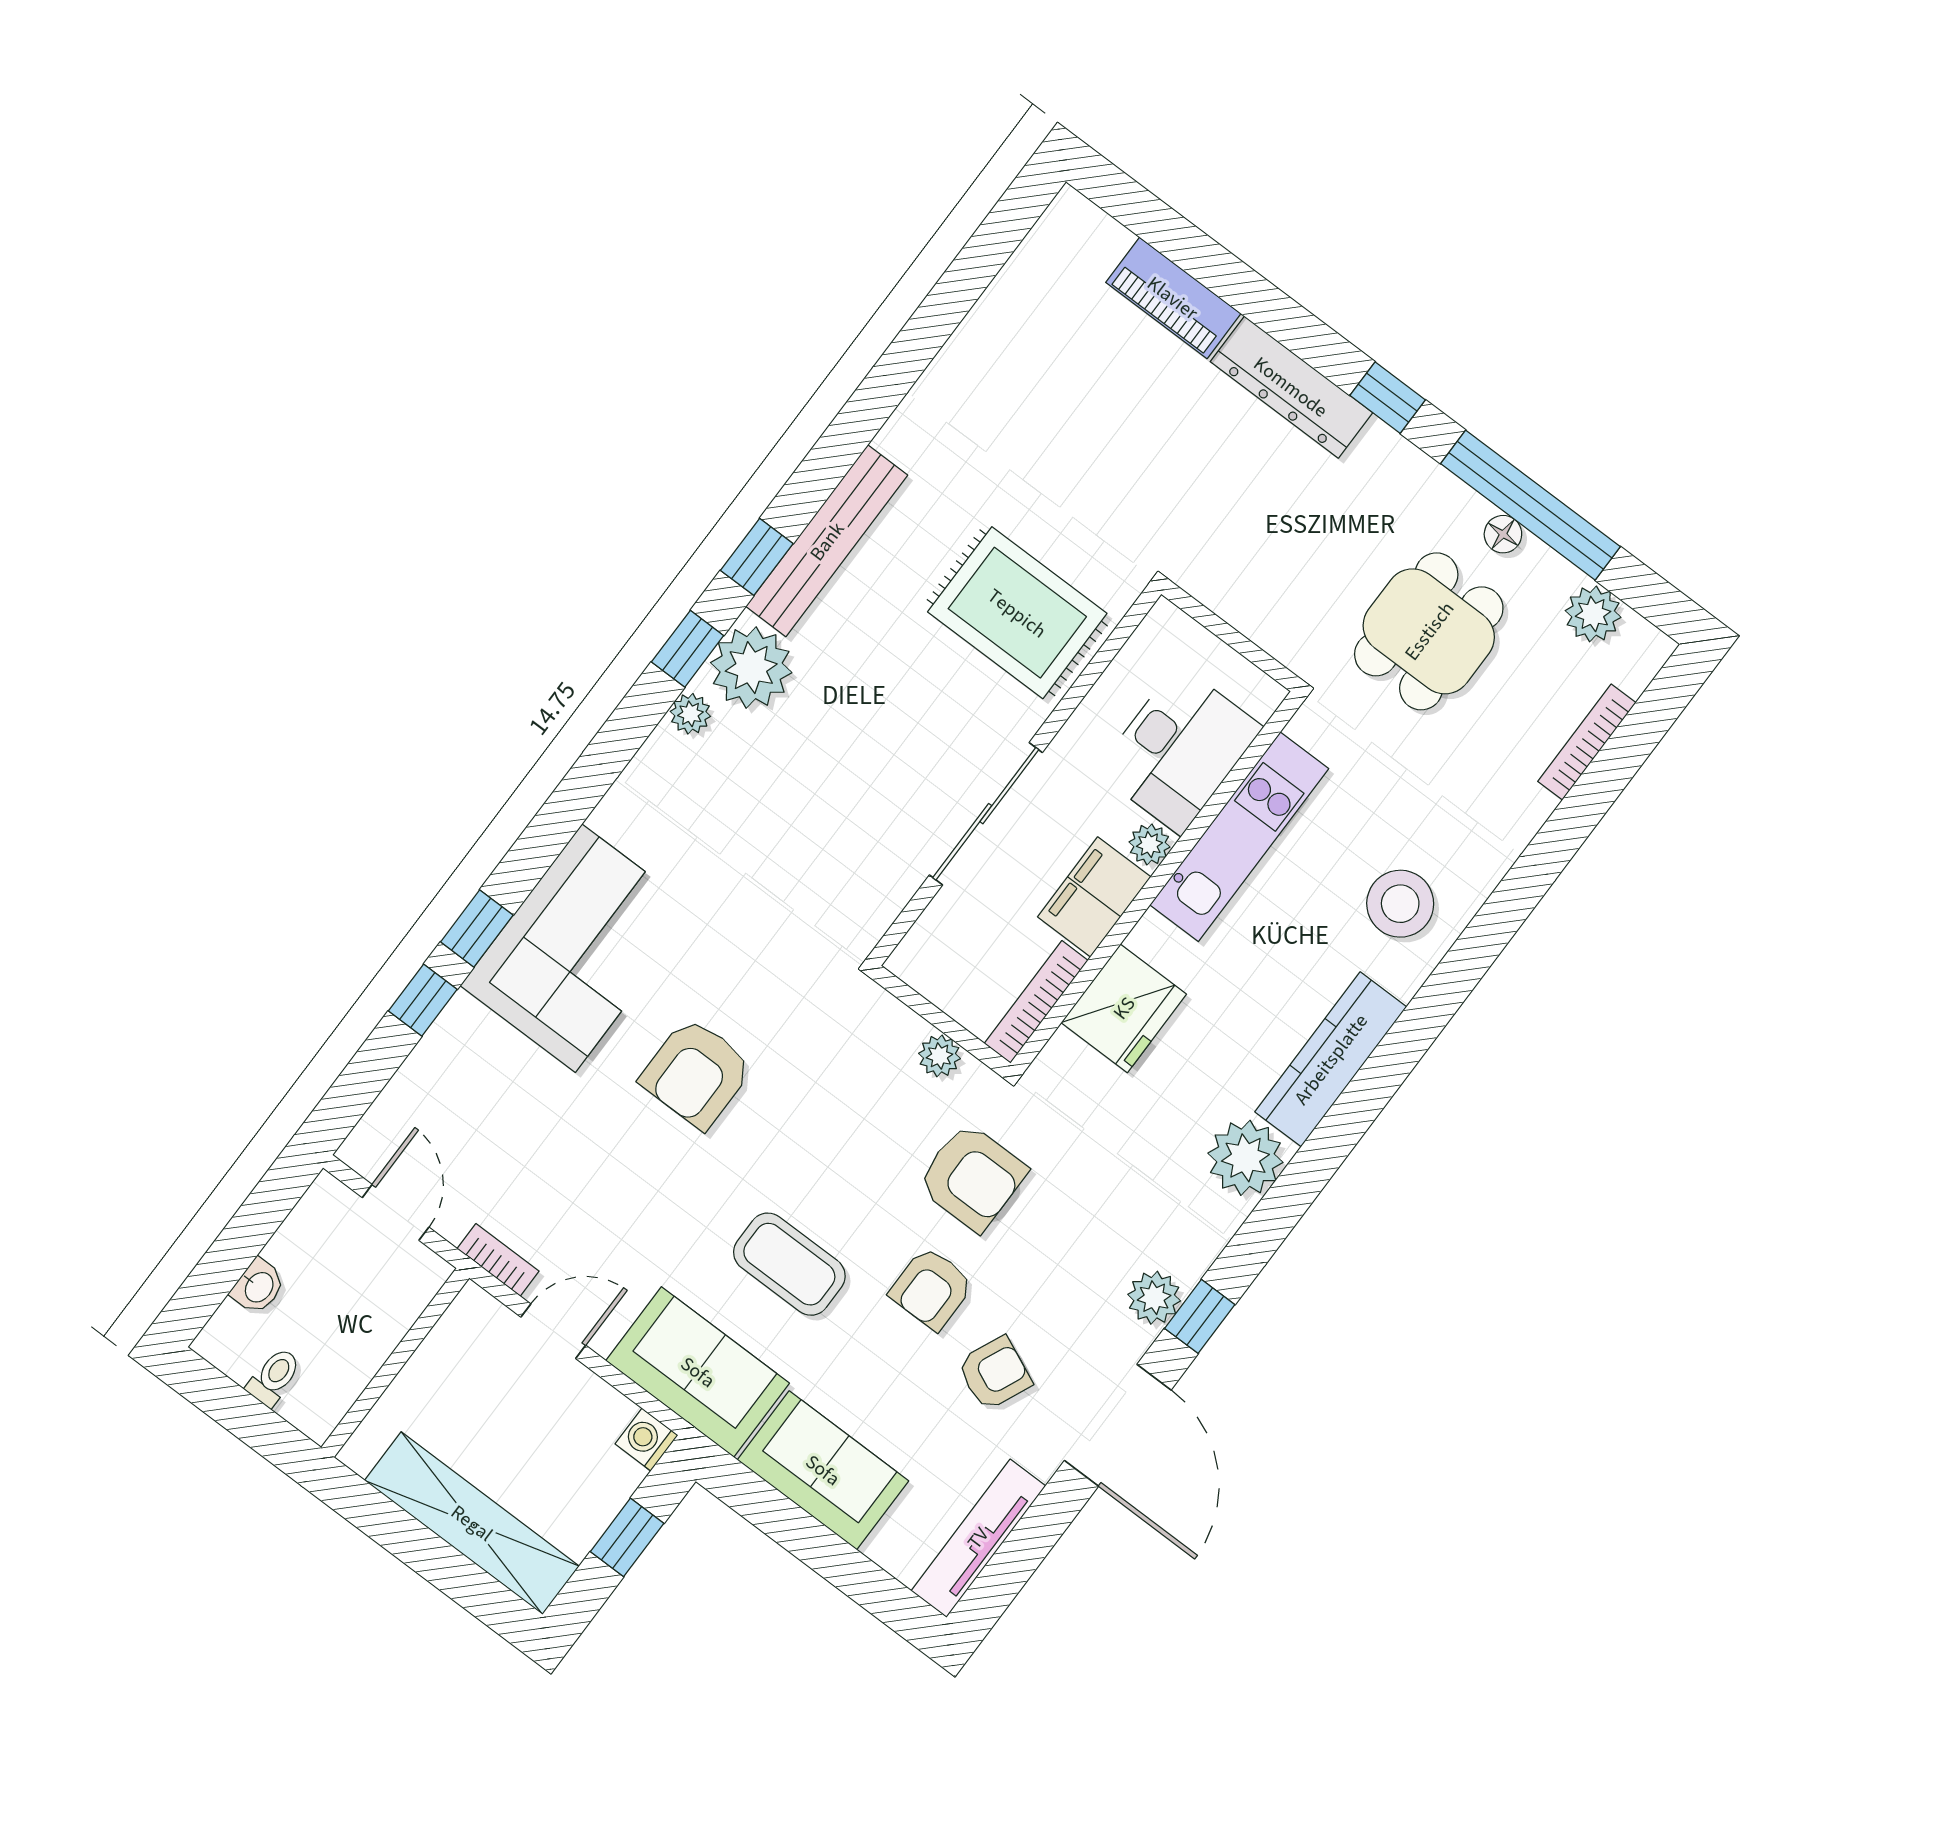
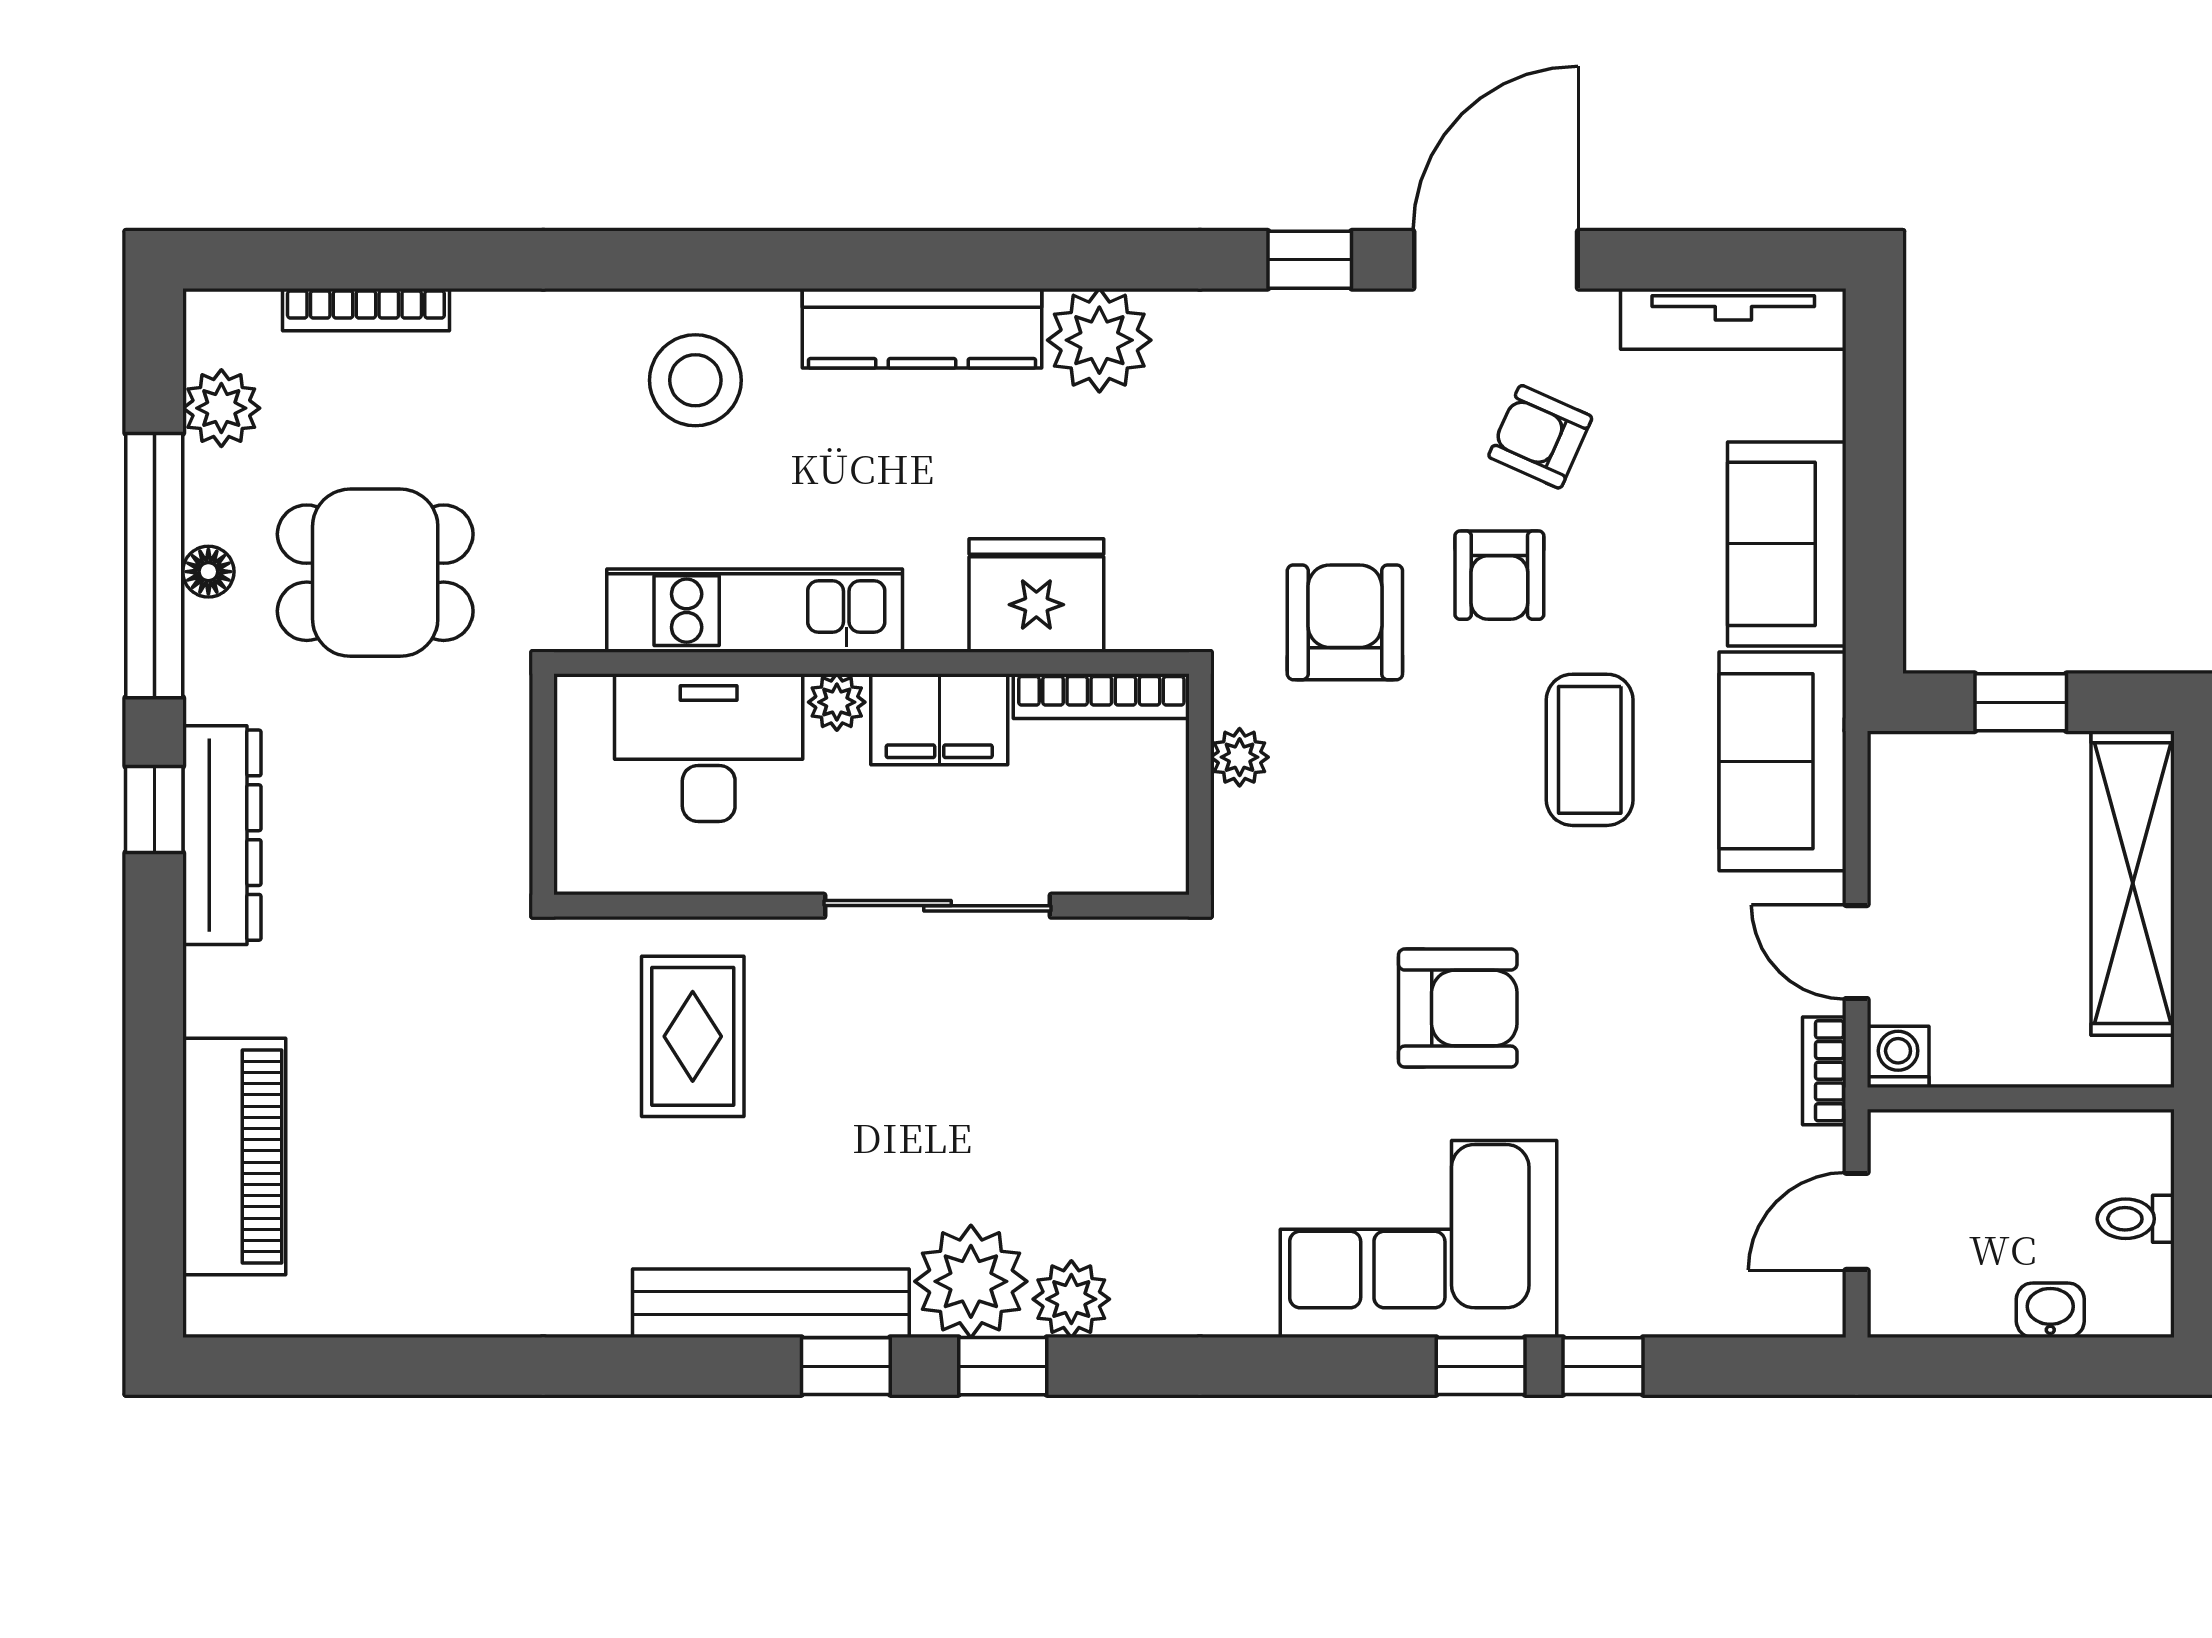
piano: (1173, 298) -> (234, 1156), width x1.37, depth x1.33
dresser: (1291, 387) -> (222, 835), moved
rug: (1017, 613) -> (693, 1036), width x0.73, depth x0.70
plant: (690, 714) -> (1071, 1299), width x1.38, depth x1.38
armchair: (931, 1288) -> (1499, 575), turned 90
plant: (1154, 1298) -> (1327, 325), removed
washing machine: (646, 1439) -> (1898, 1057), moved, turned 180

